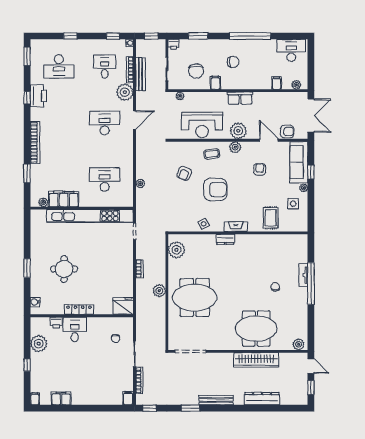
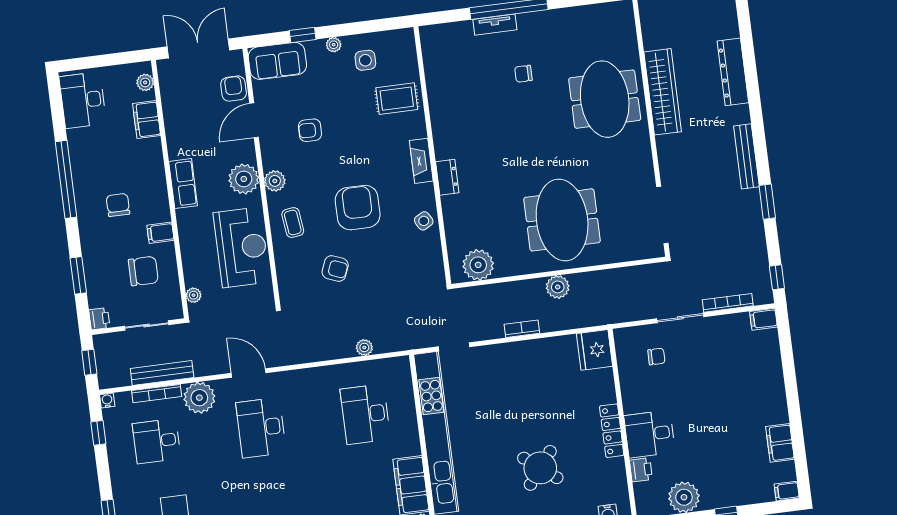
filing cabinet: (277, 83) -> (147, 120), width x2.00
sofa: (299, 162) -> (277, 61), width x0.73
round table: (64, 269) -> (540, 468), turned 38
plant: (299, 344) -> (624, 17), removed

